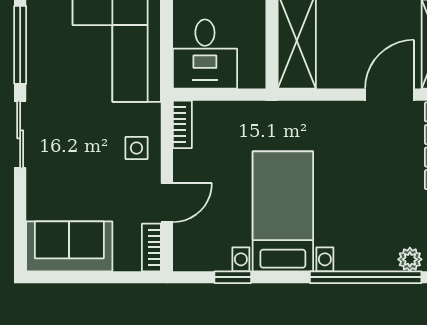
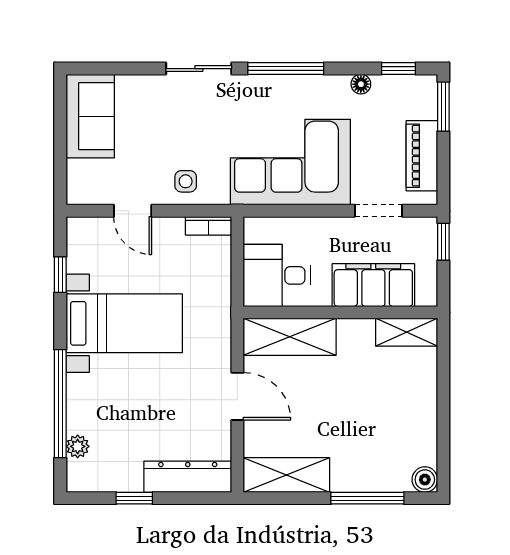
desk: (205, 54) -> (277, 275), moved
door: (390, 95) -> (237, 396), moved
bookcase: (151, 247) -> (89, 196), removed

